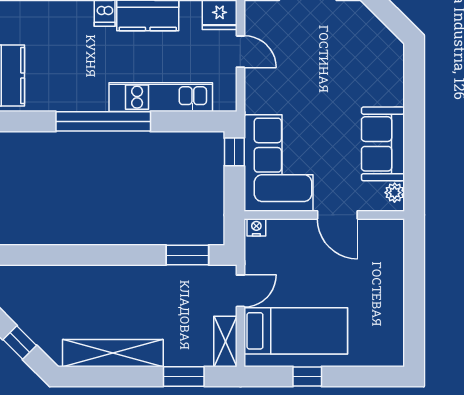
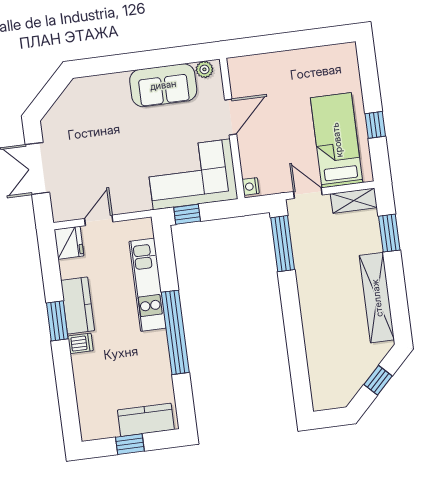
window: (187, 255) -> (283, 244), width x1.44

